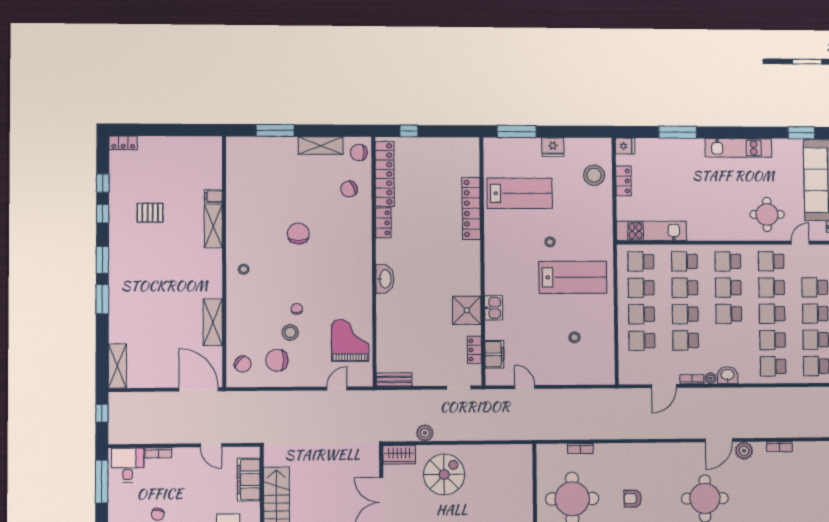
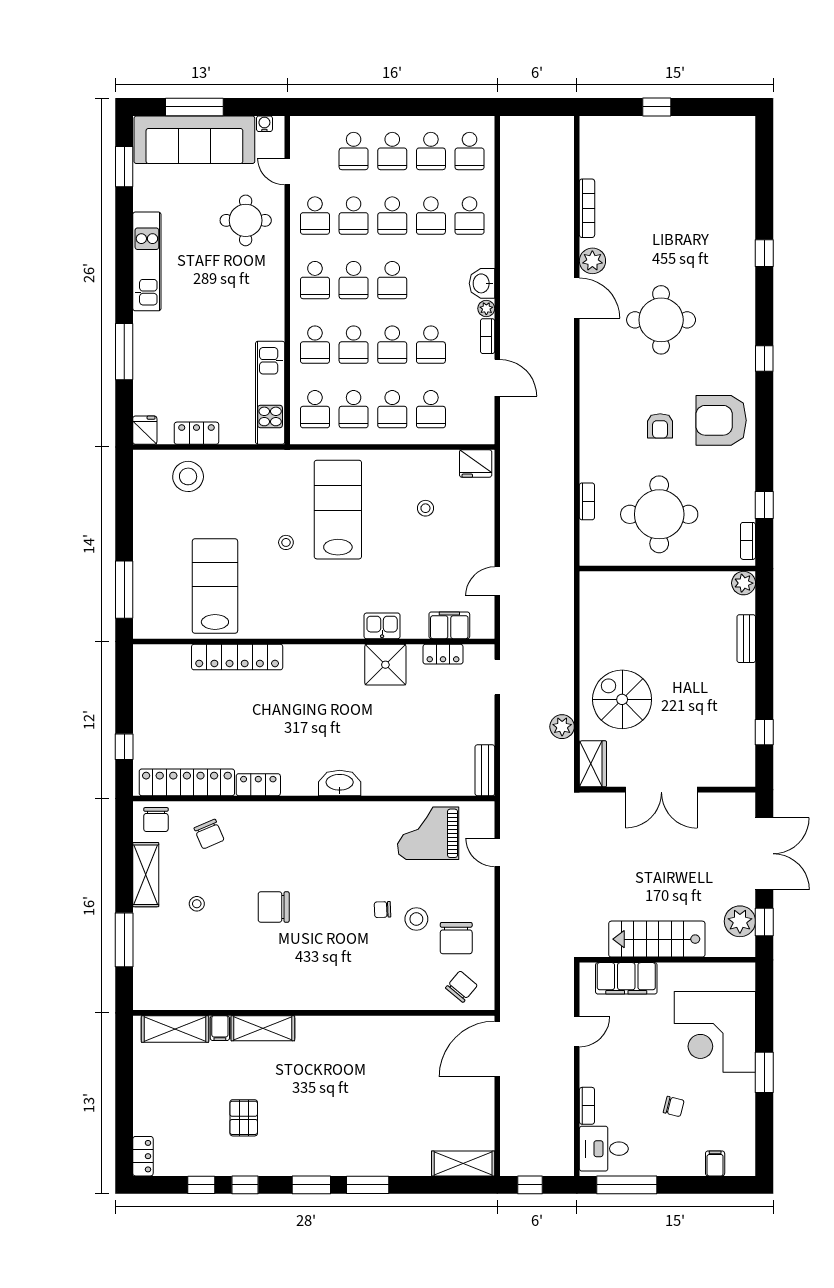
fridge: (553, 147) -> (476, 463), moved, turned 90
stool: (244, 269) -> (197, 904), moved
shelving: (213, 322) -> (175, 1029), moved
bookcase: (779, 447) -> (587, 208), width x1.56

